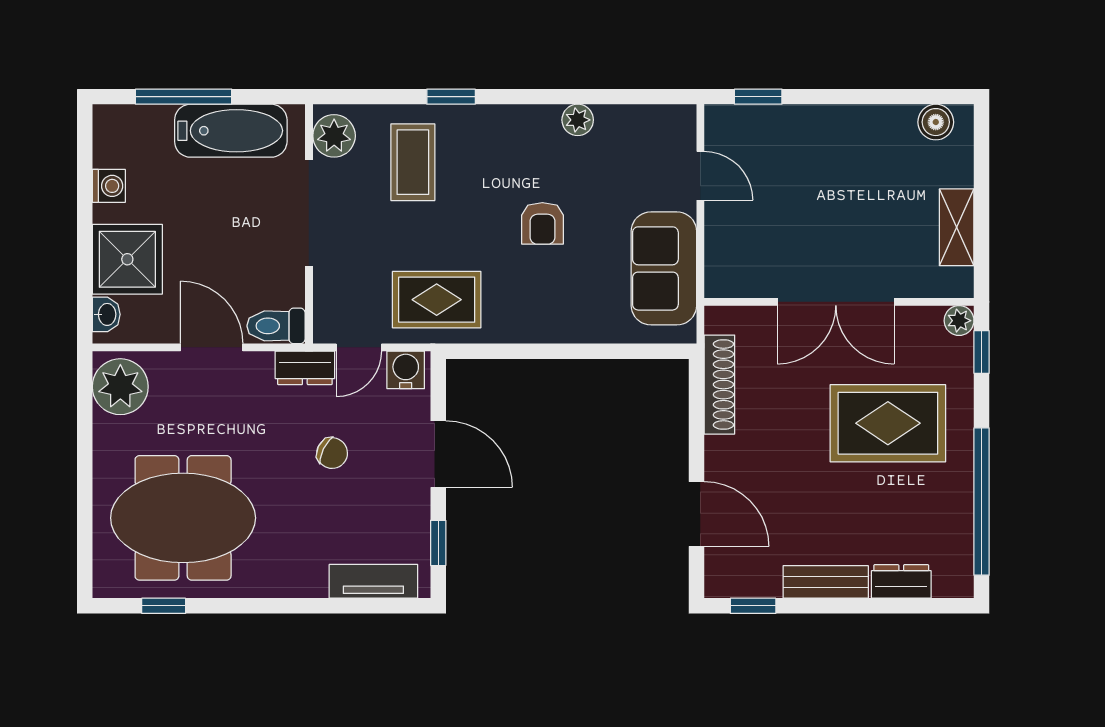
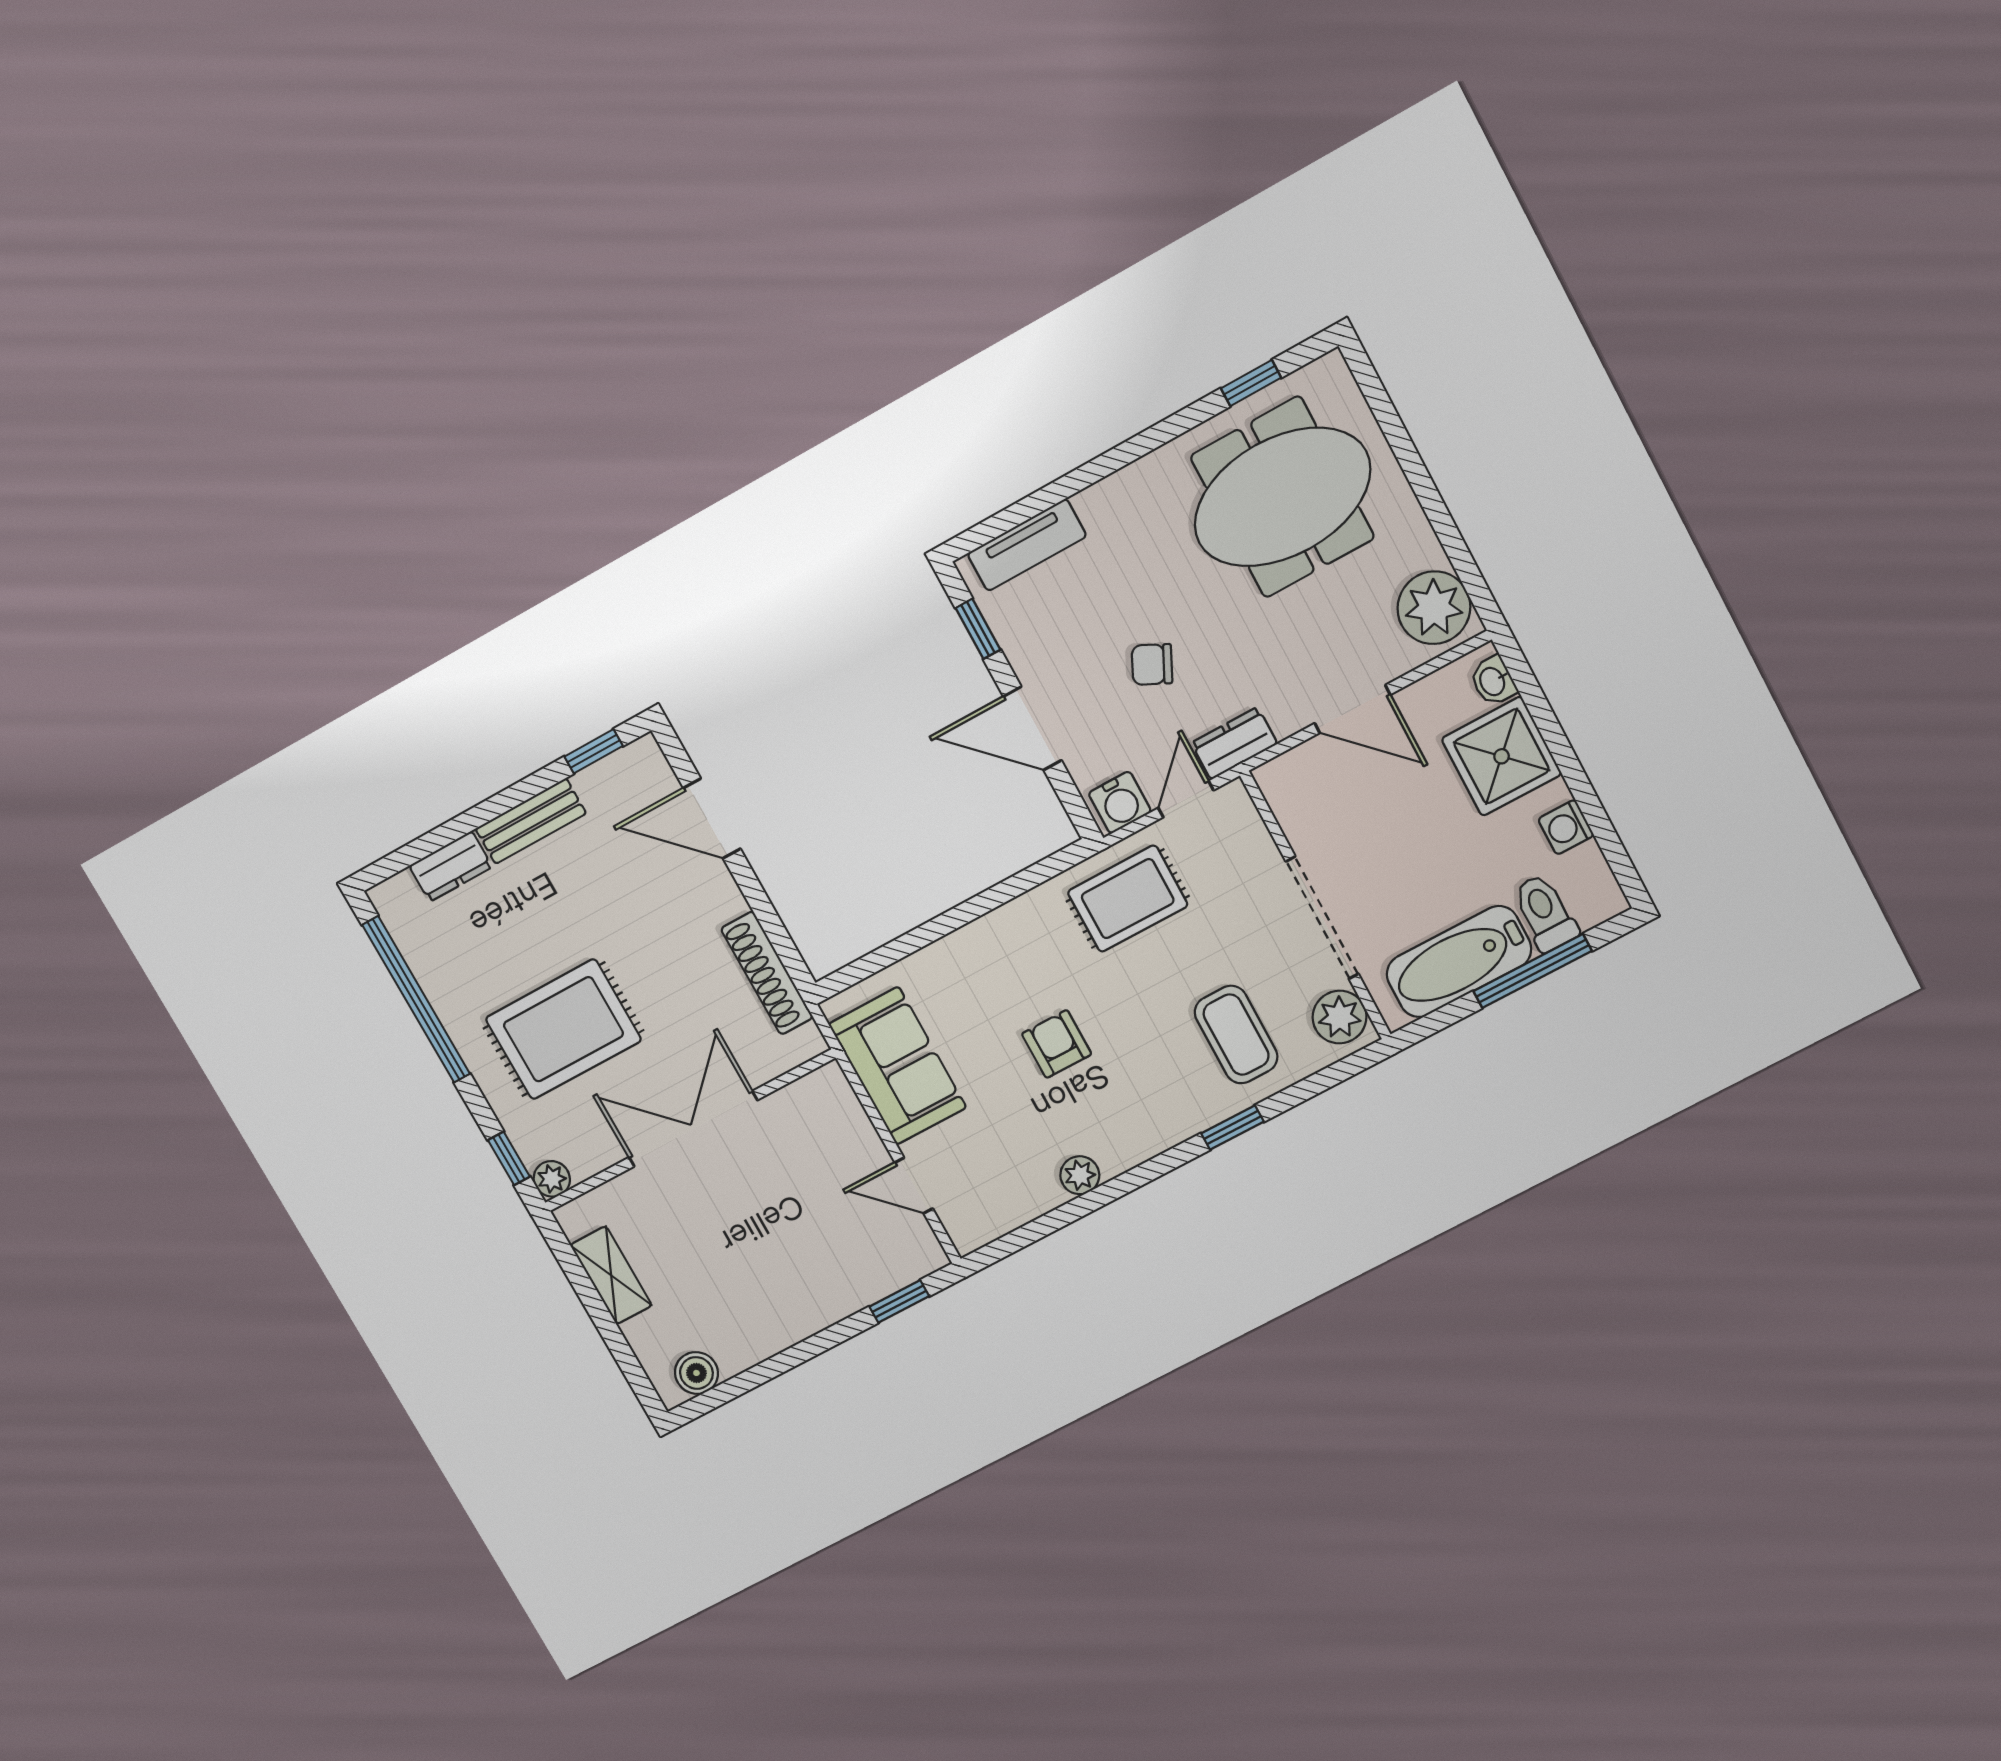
toilet: (276, 326) -> (1545, 913), moved, turned -90

